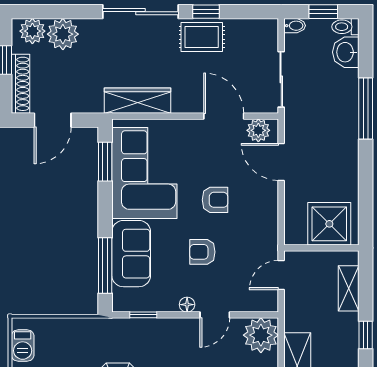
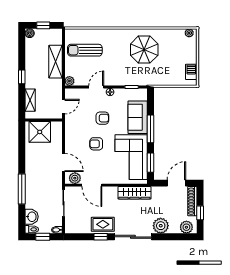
plant: (63, 34) -> (161, 226), moved
window: (105, 266) -> (150, 129), moved
plant: (261, 335) -> (69, 81), width x0.53, depth x0.53

